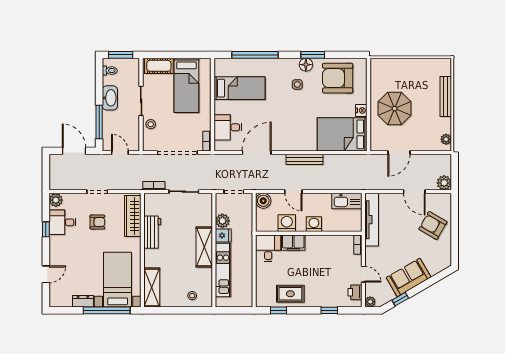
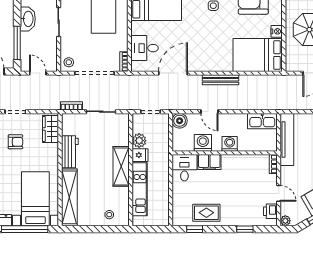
stool: (151, 124) -> (69, 62), moved
wardrobe: (133, 216) -> (50, 129), width x0.67
shelving: (152, 287) -> (69, 197), width x1.47

